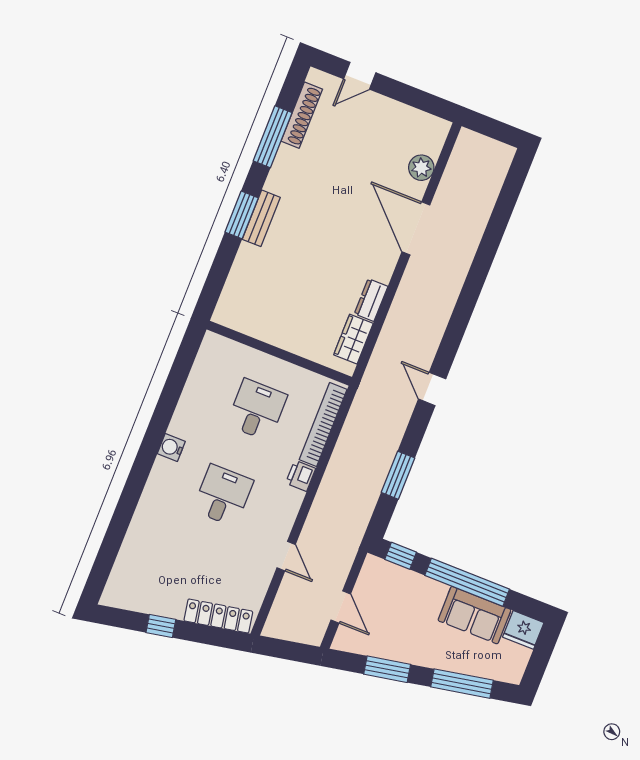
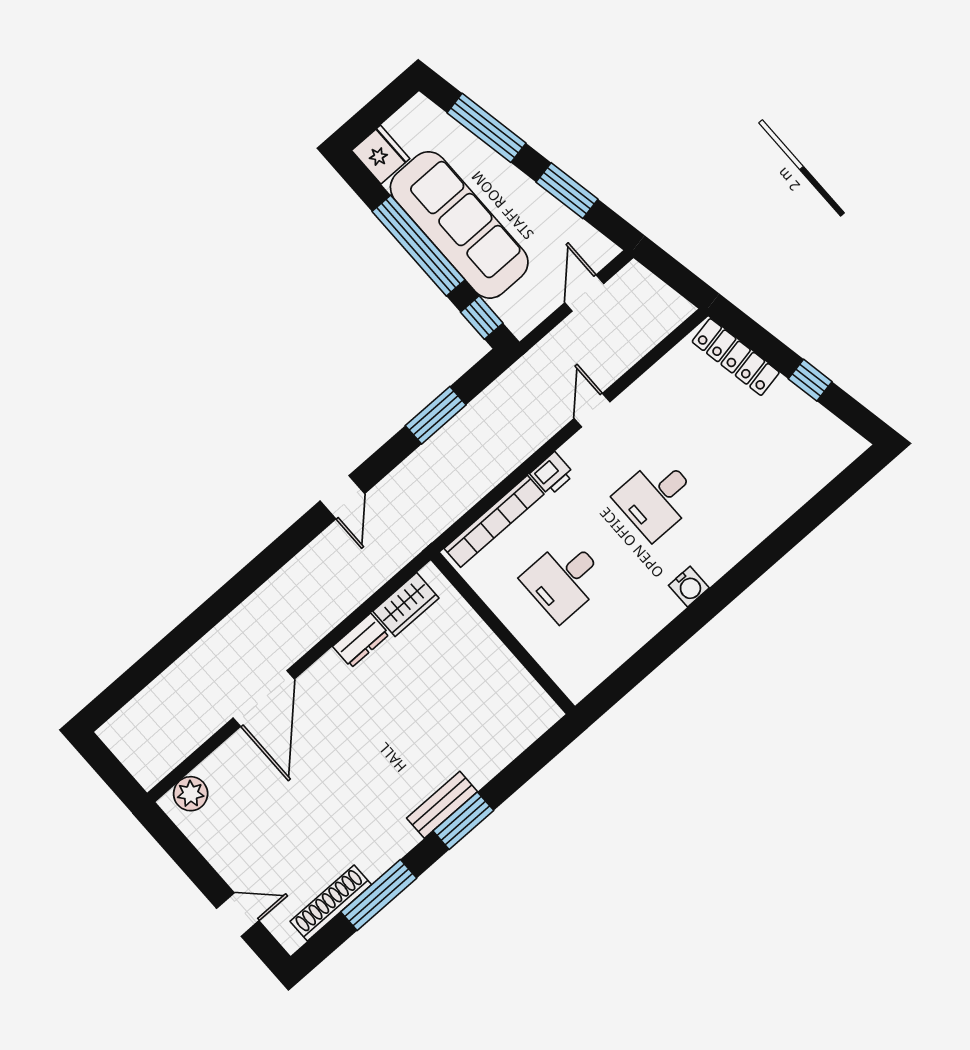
plant: (421, 168) -> (191, 794), moved
door: (286, 556) -> (592, 410), moved
sofa: (474, 615) -> (459, 225), width x1.85, depth x1.27

